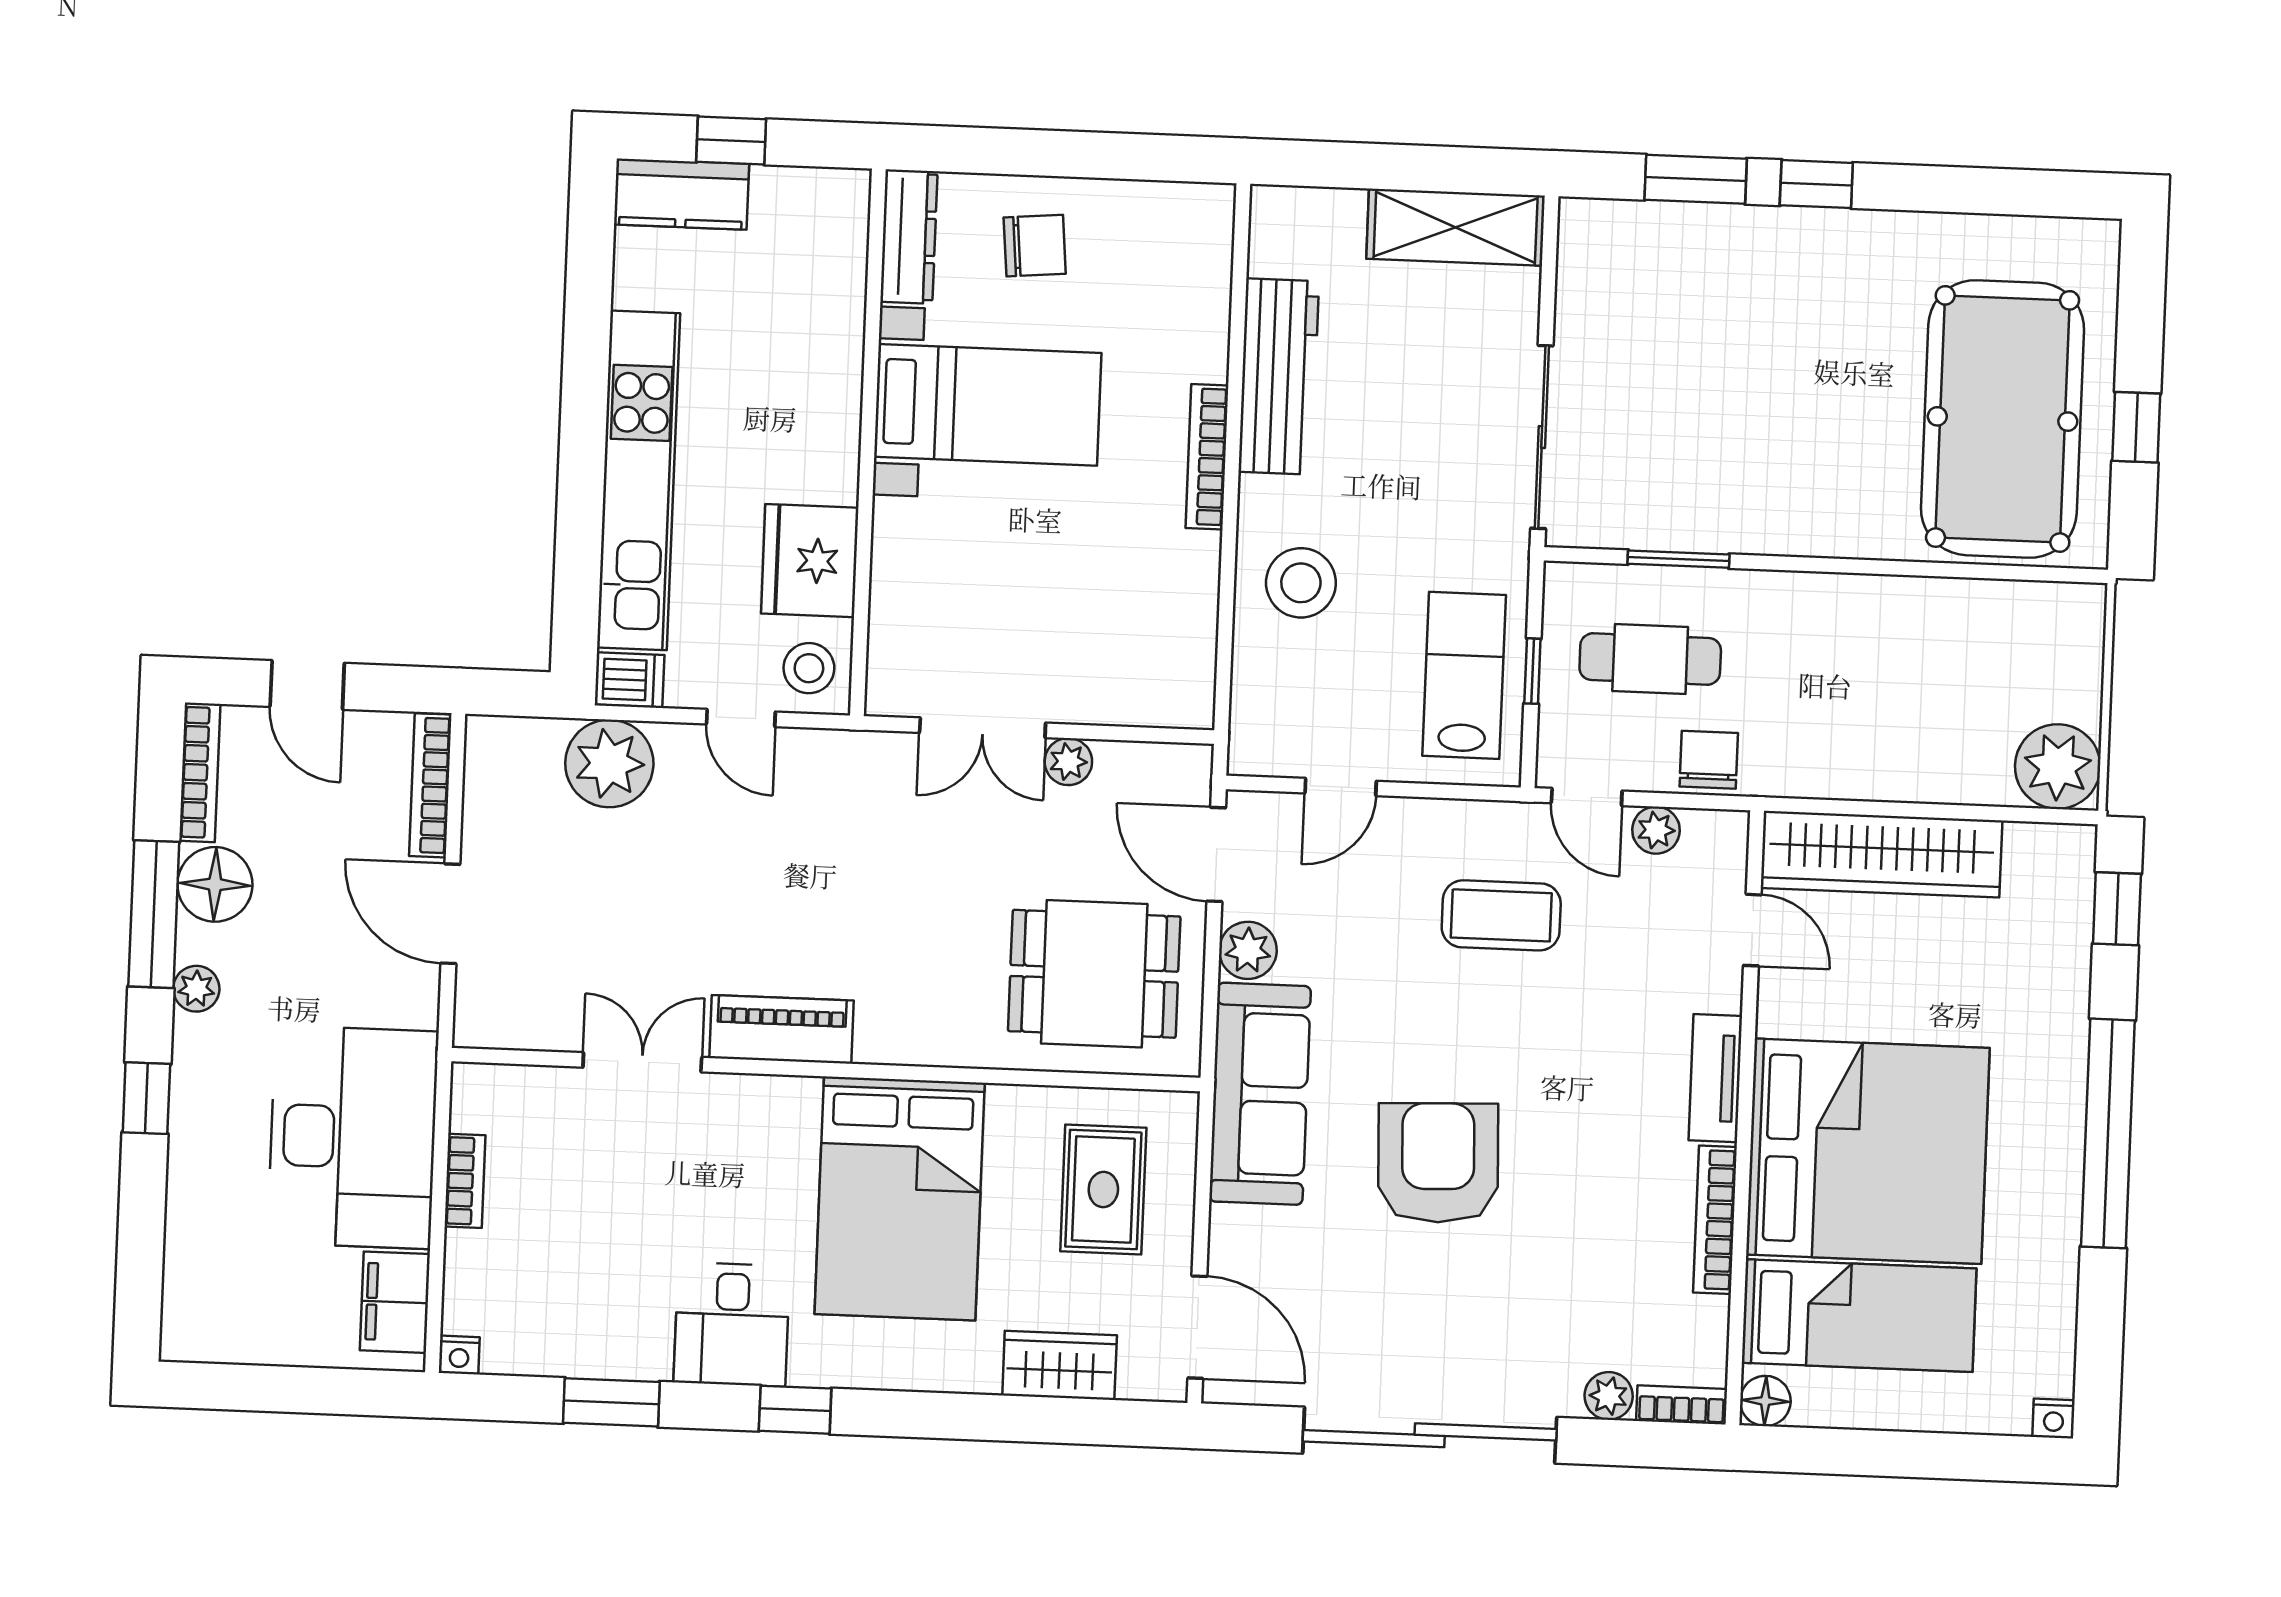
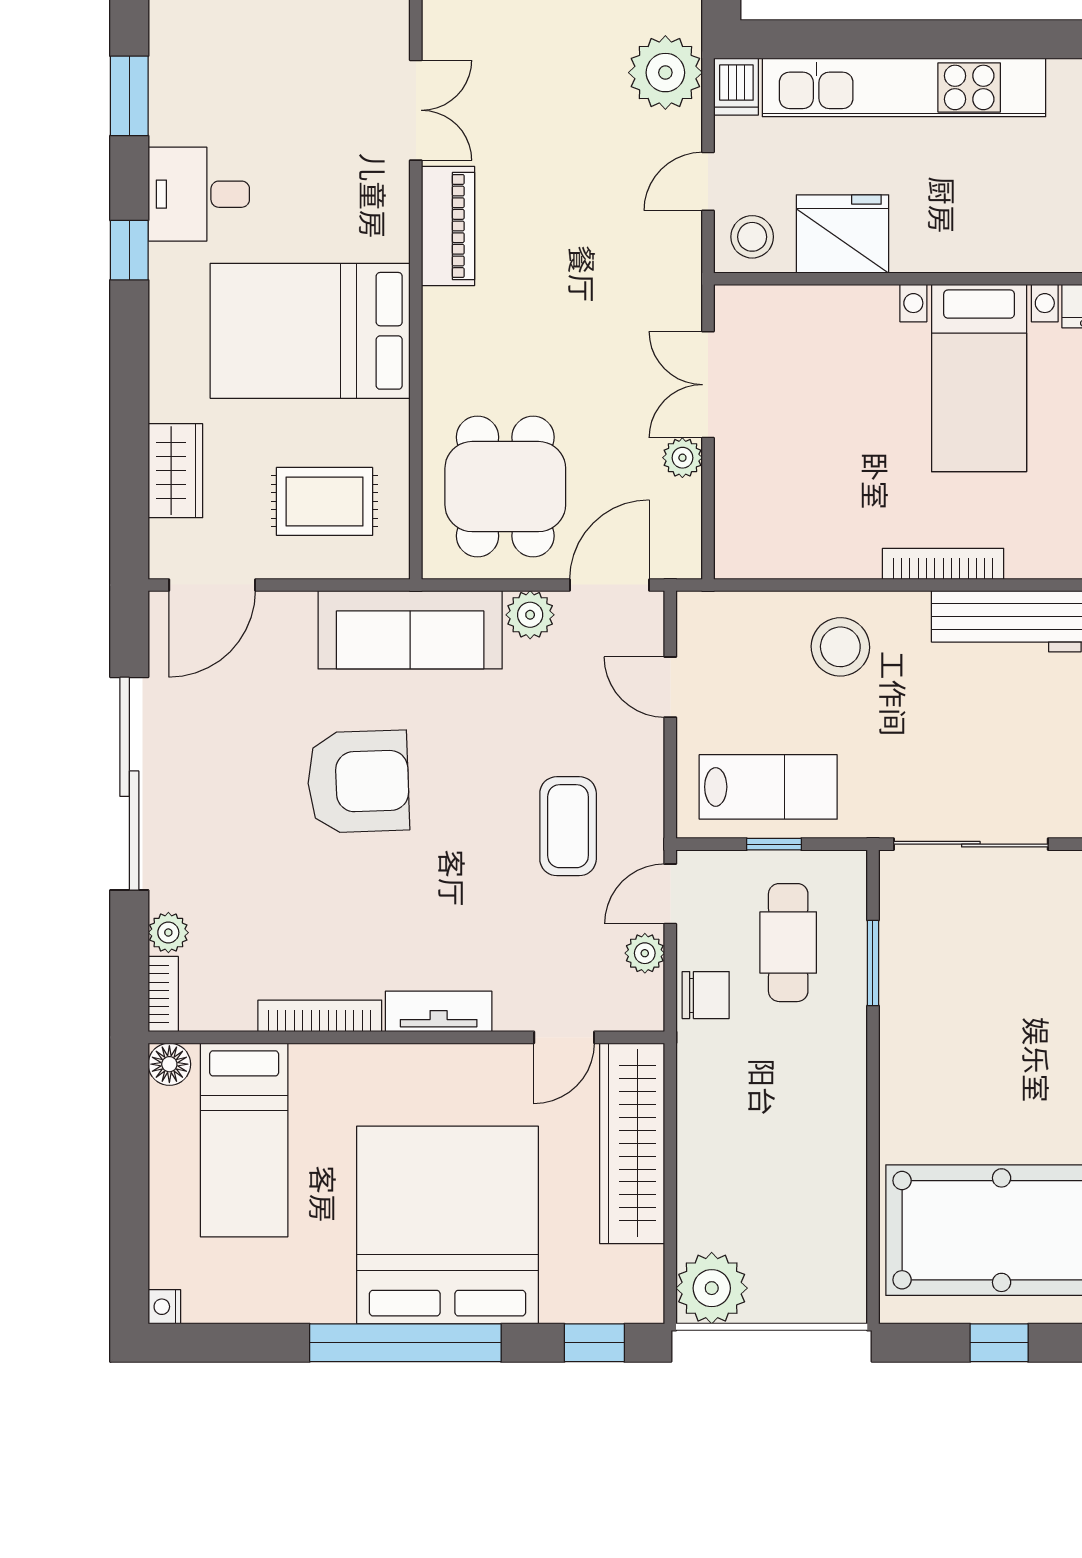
bed: (1868, 1151) -> (447, 1225), moved, turned 180

